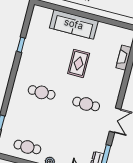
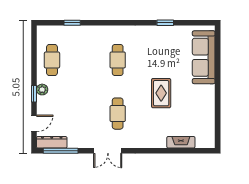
sofa: (74, 24) -> (204, 57), moved
rug: (79, 63) -> (161, 93), turned 90

